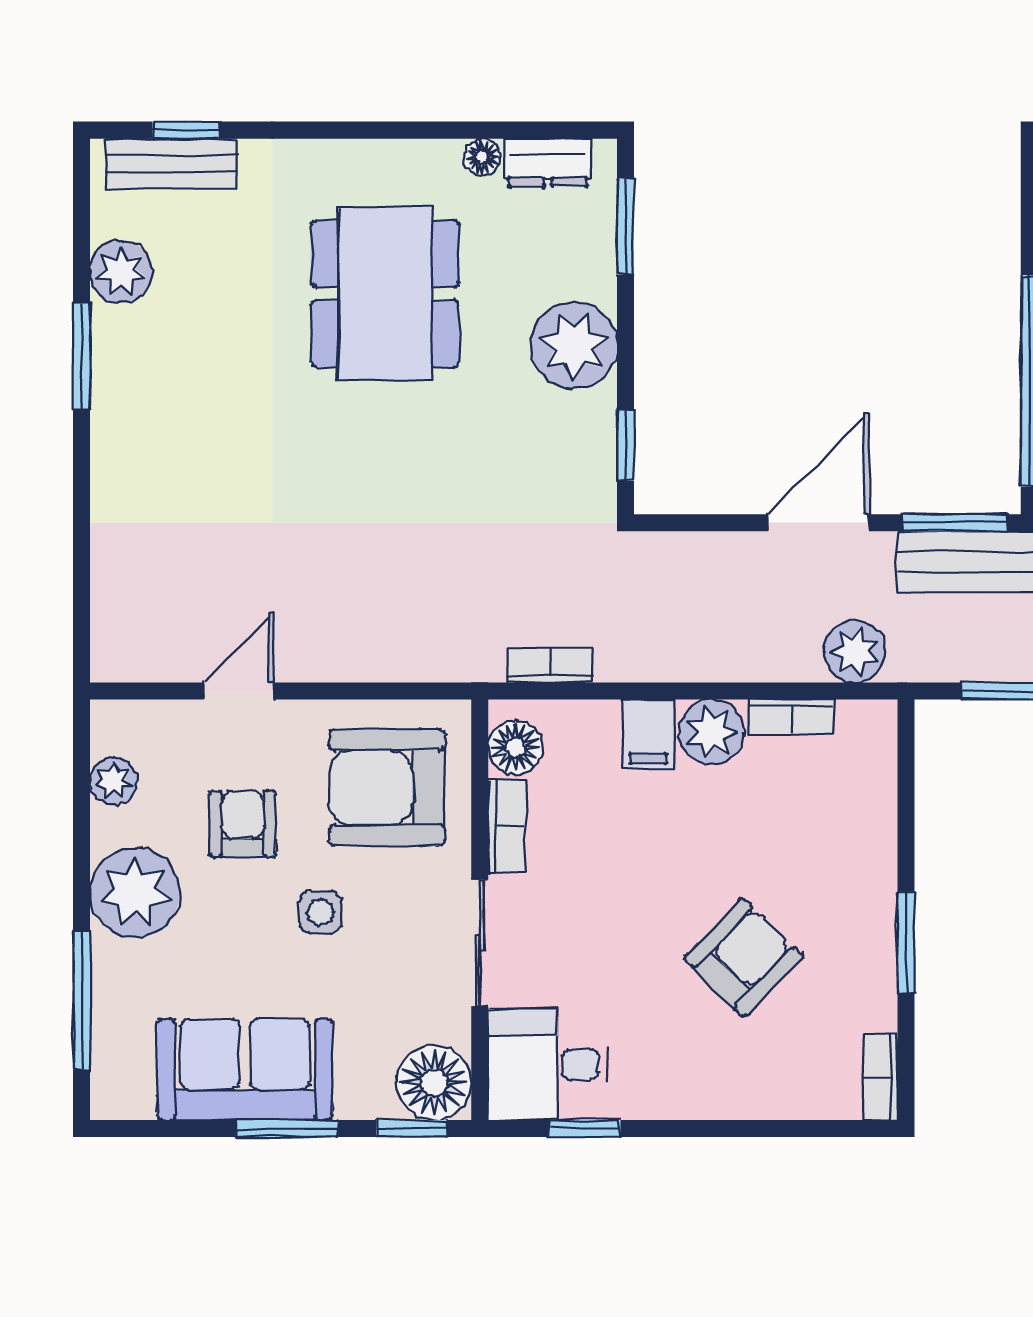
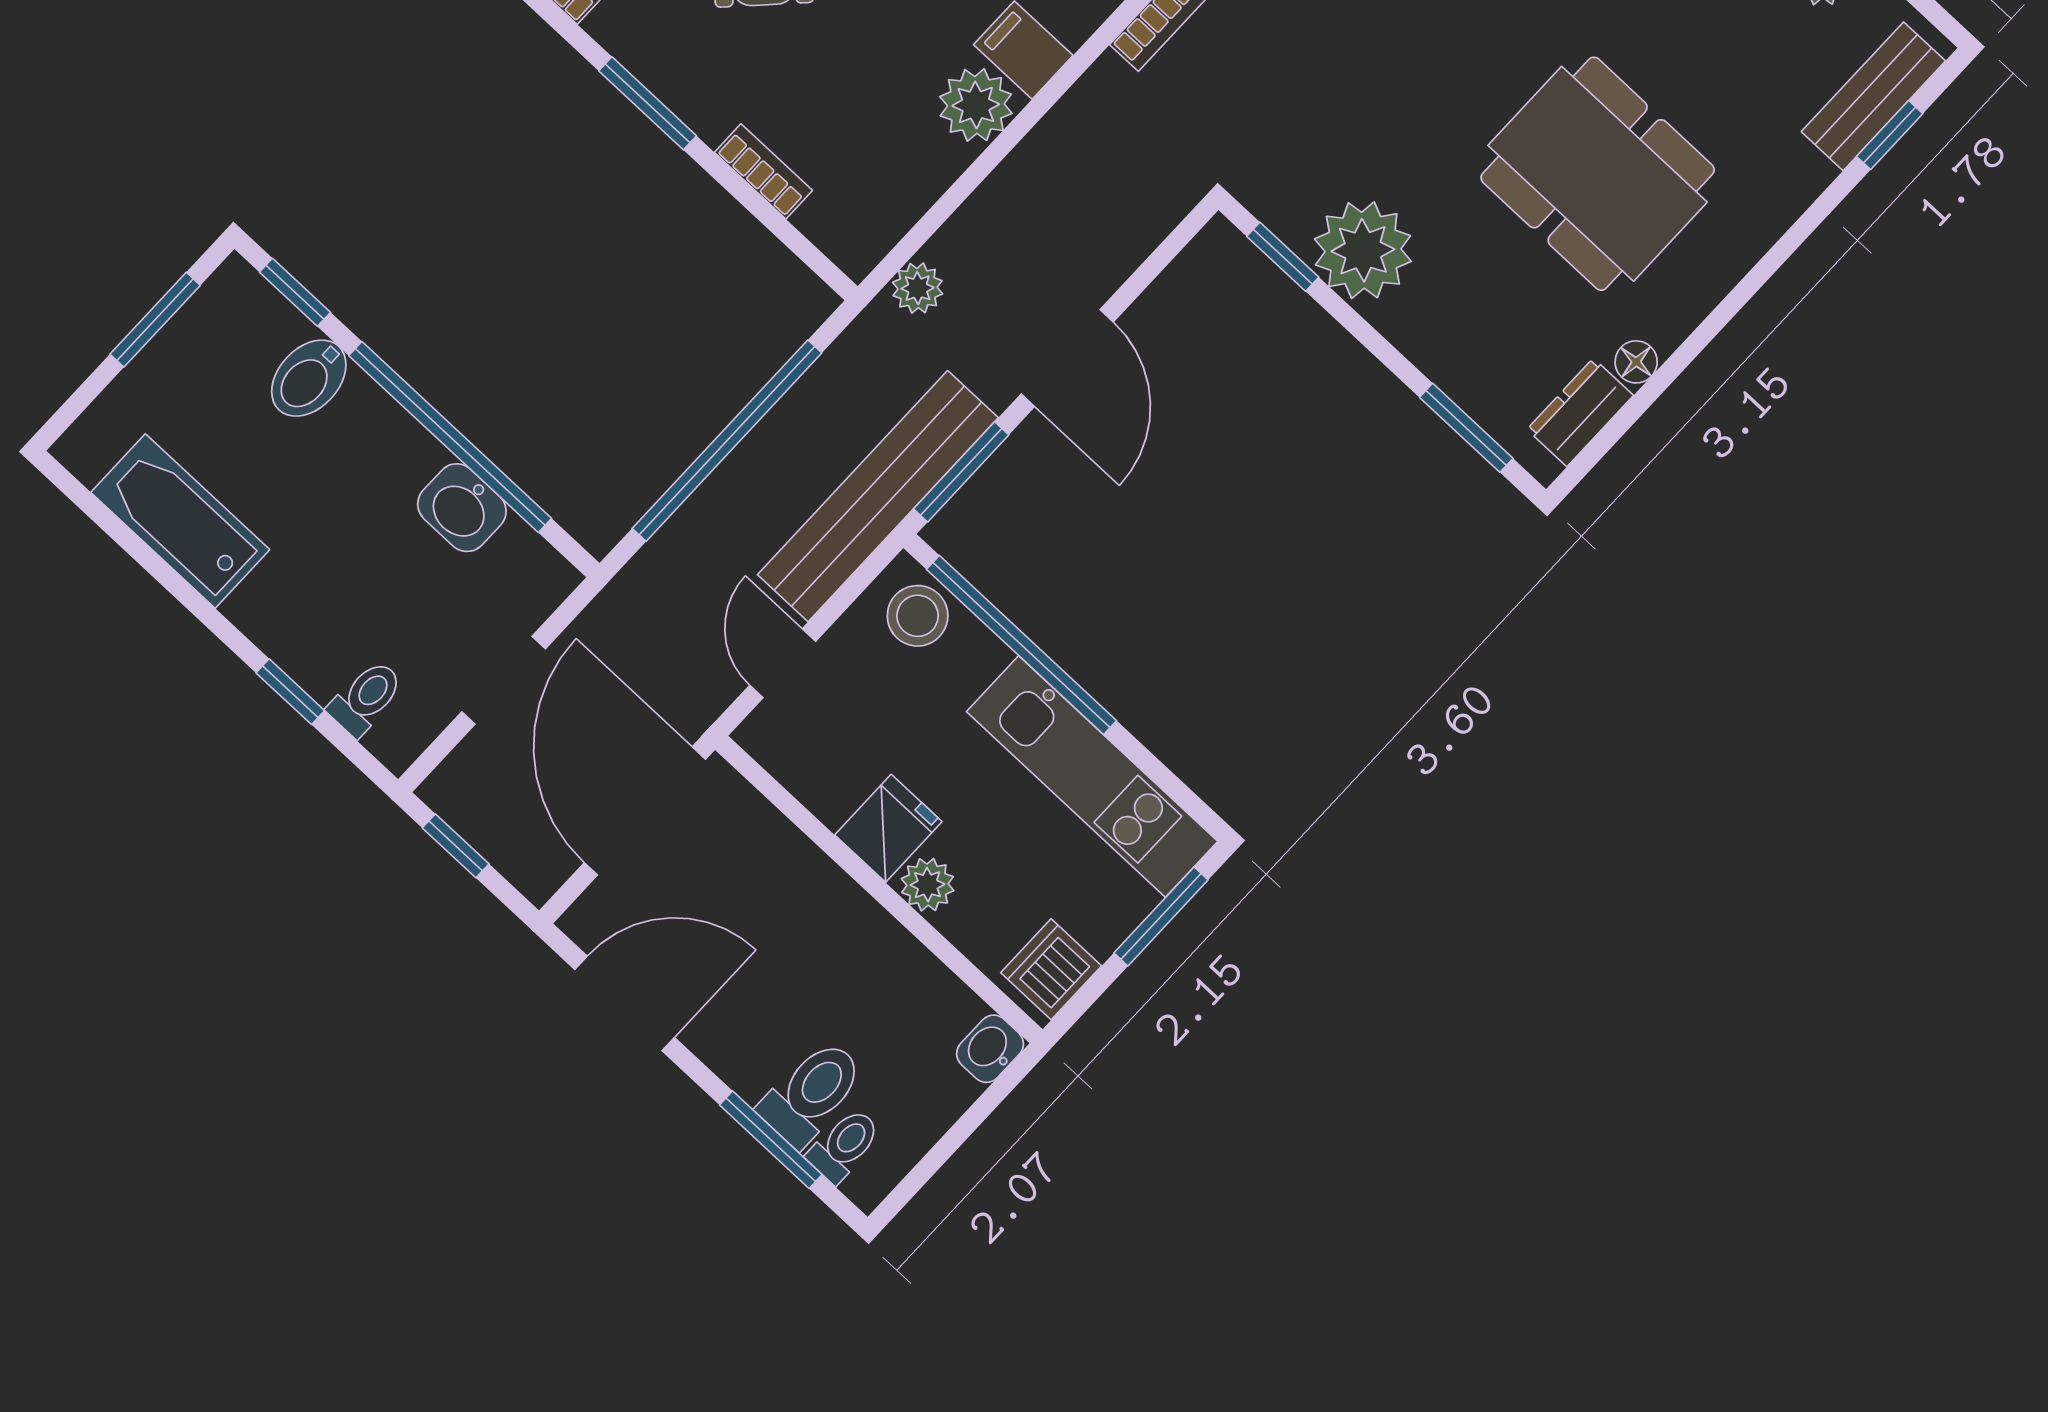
plant: (574, 345) -> (1363, 250), moved
plant: (855, 652) -> (918, 288), width x0.73, depth x0.73
bookcase: (791, 716) -> (763, 171), moved, turned 90

